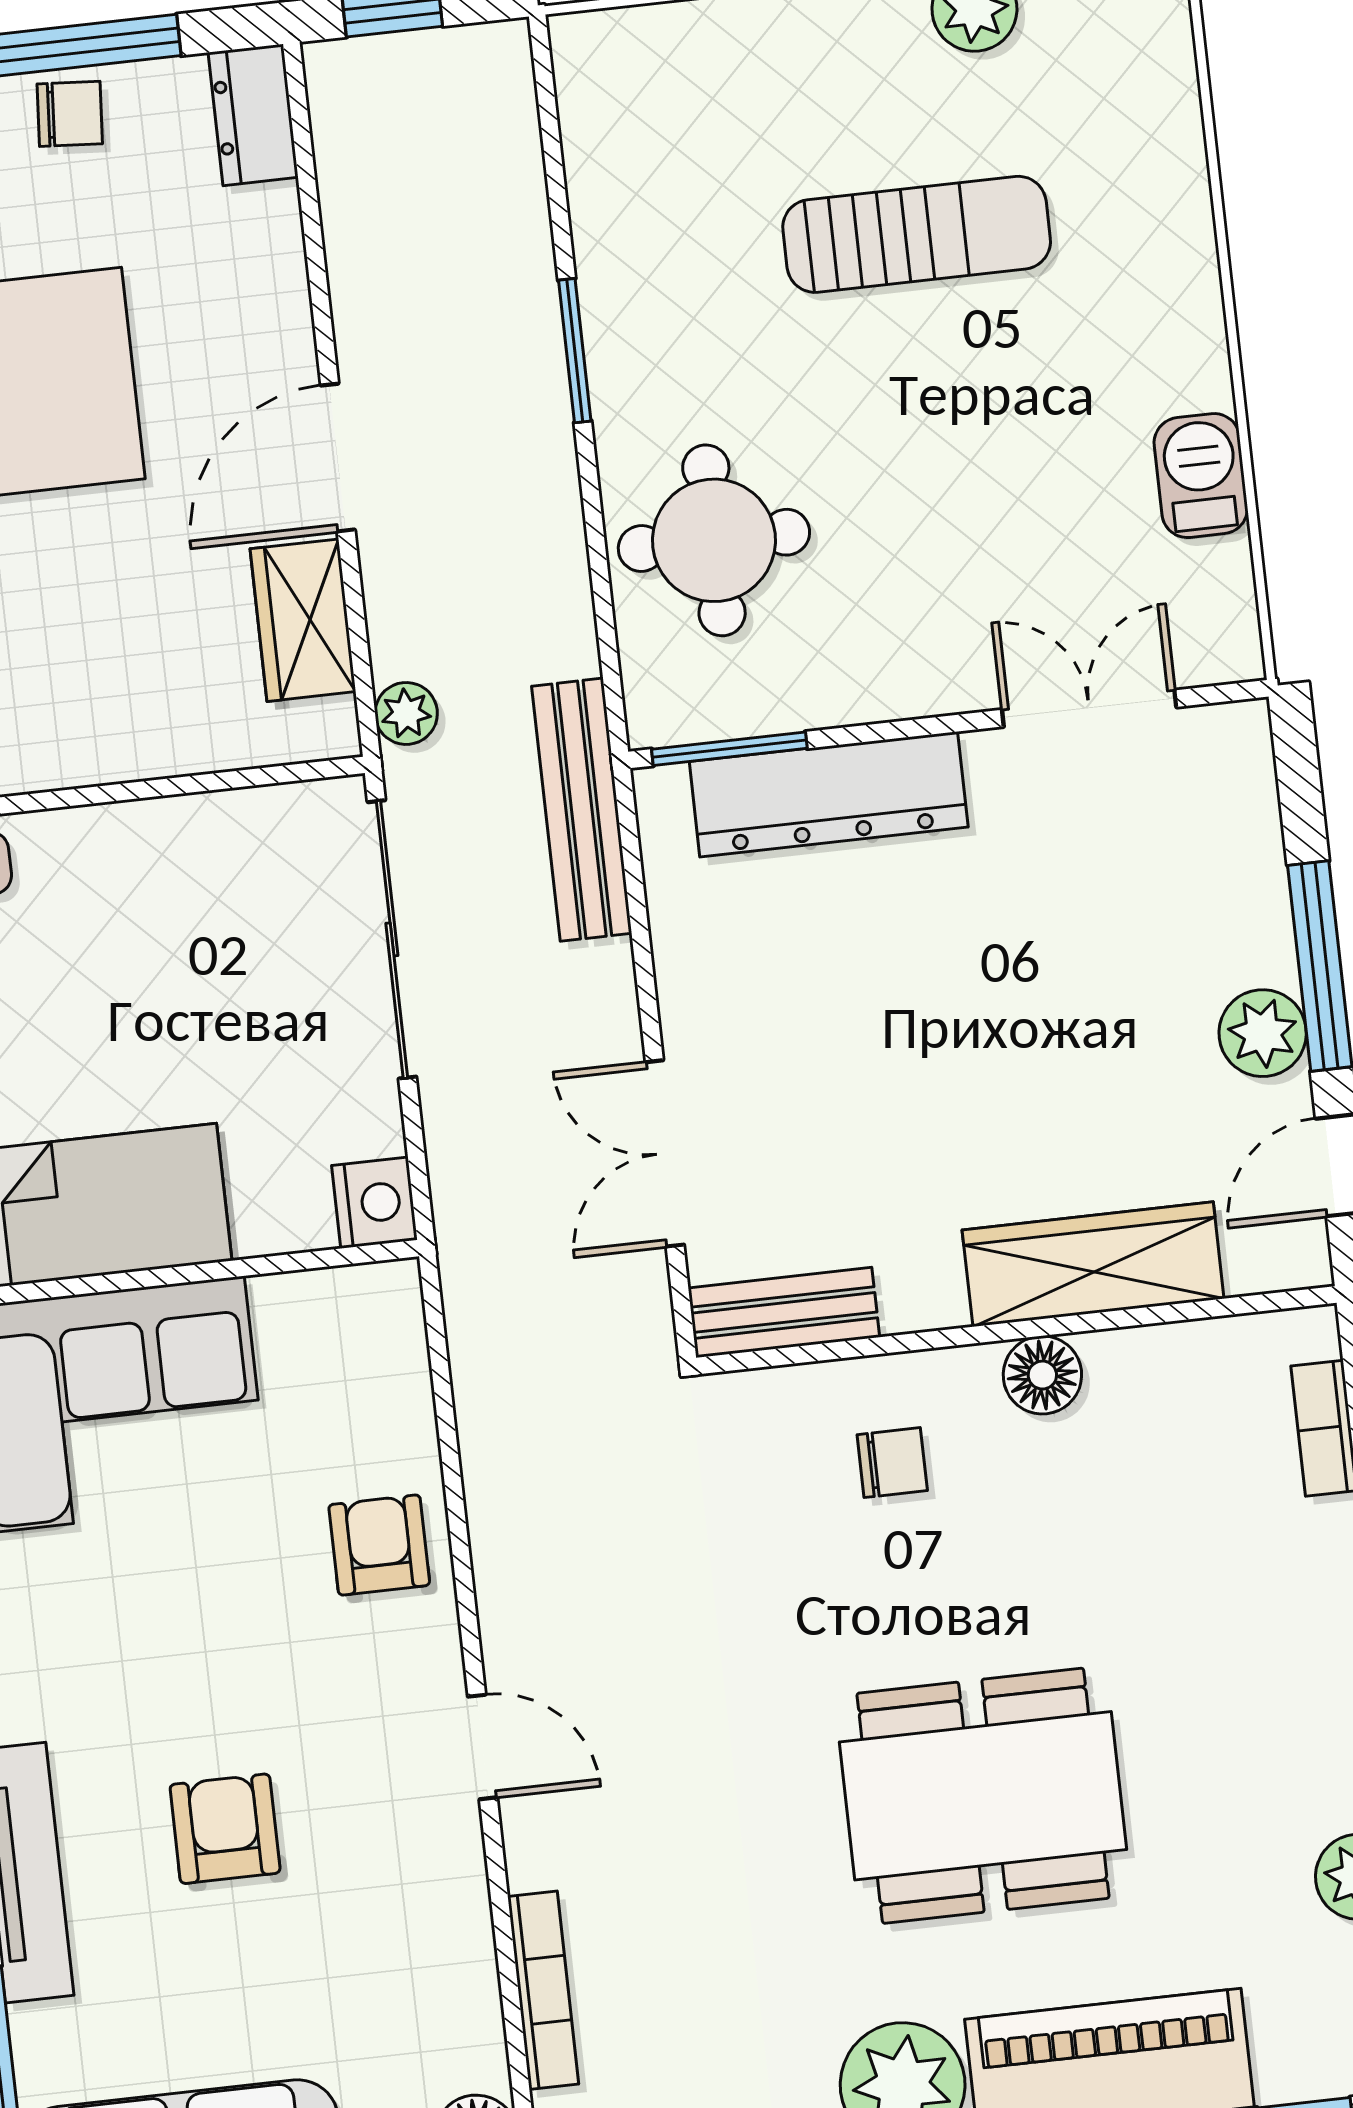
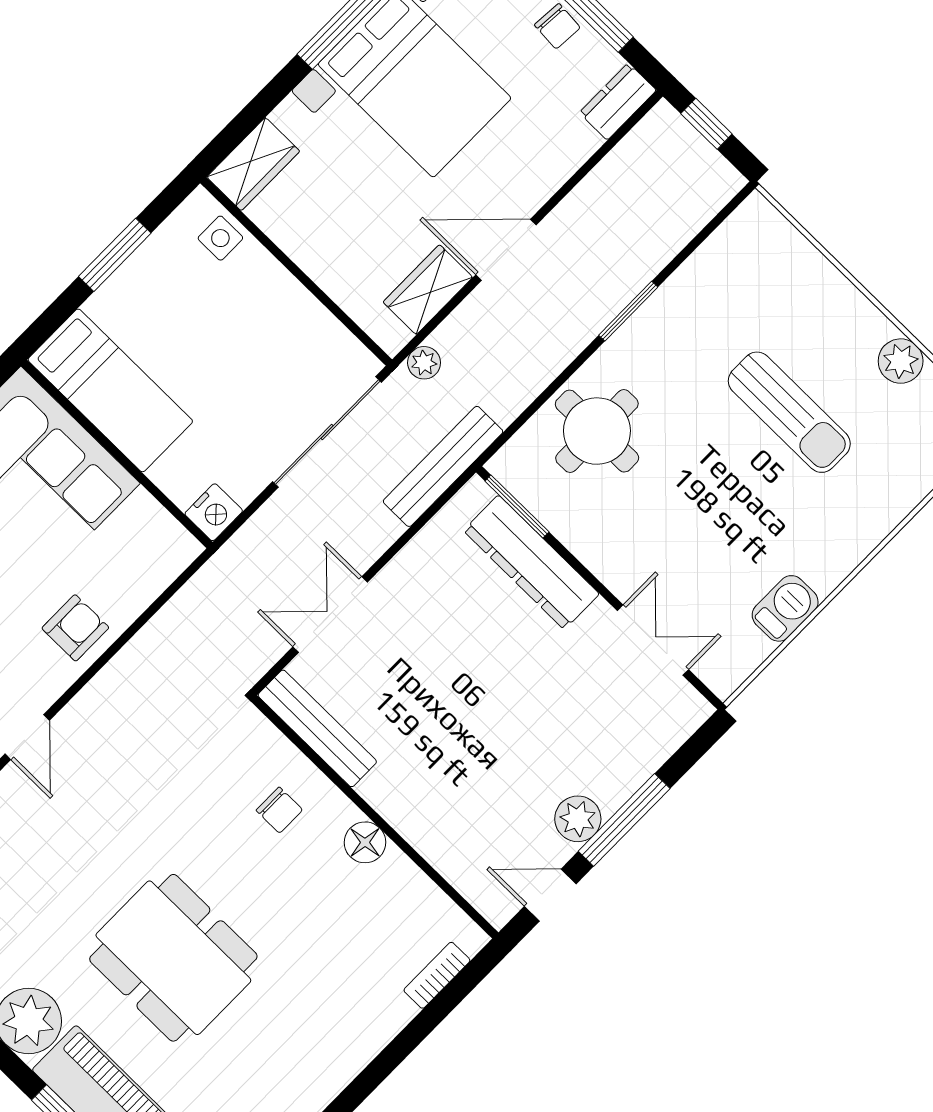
wardrobe: (1093, 1264) -> (427, 826), removed
bench: (784, 1313) -> (317, 728), width x1.36

